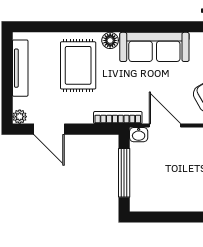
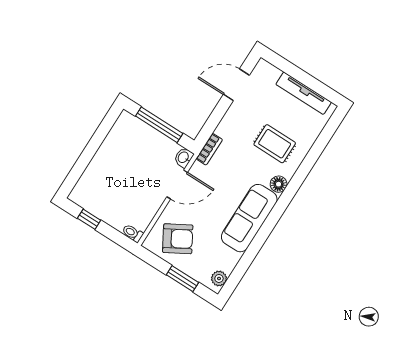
rug: (78, 65) -> (275, 144), width x0.73, depth x0.70
plant: (20, 117) -> (263, 67), removed
bookcase: (118, 118) -> (209, 149), width x0.64

